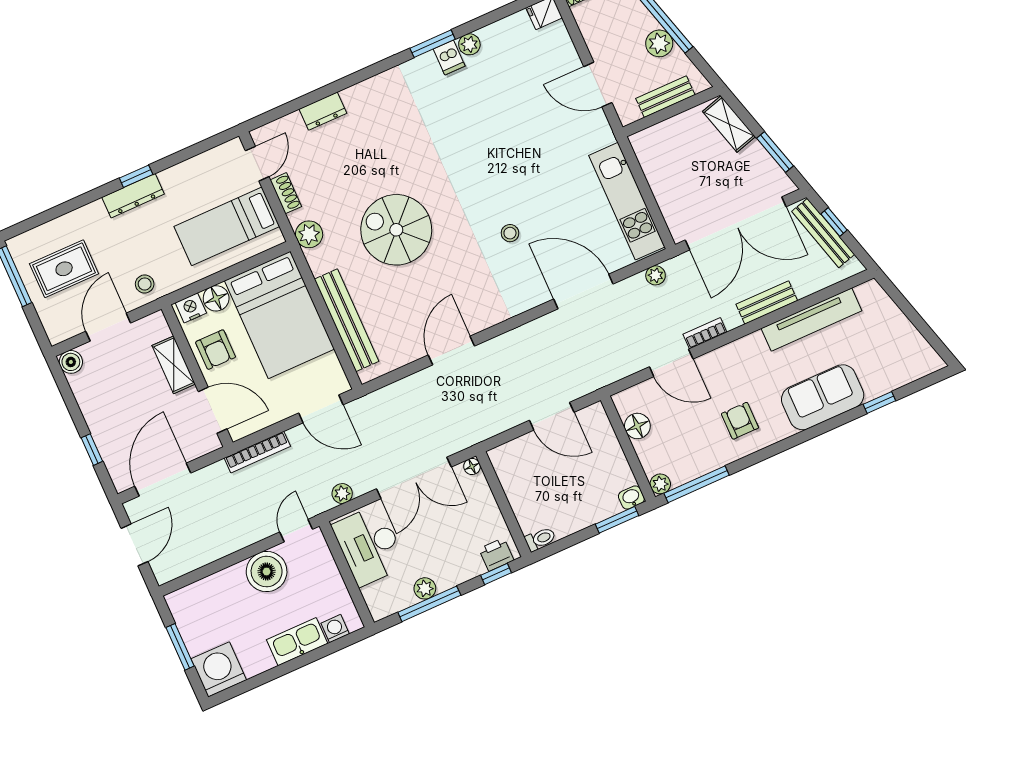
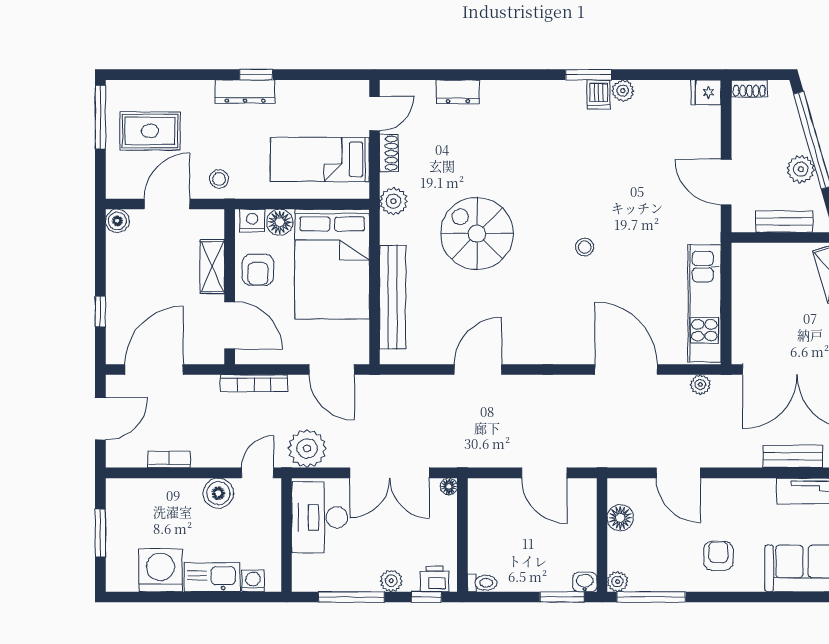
stool: (510, 233) -> (585, 247), moved
bookcase: (705, 333) -> (169, 459), moved
plant: (342, 493) -> (307, 448), width x1.88, depth x1.88
boiler: (267, 572) -> (218, 493), width x0.73, depth x0.73
plant: (425, 588) -> (391, 581), moved
washing machine: (219, 669) -> (161, 570), moved

